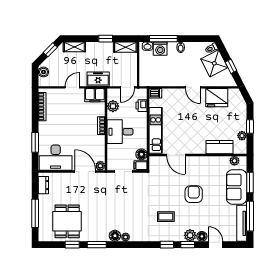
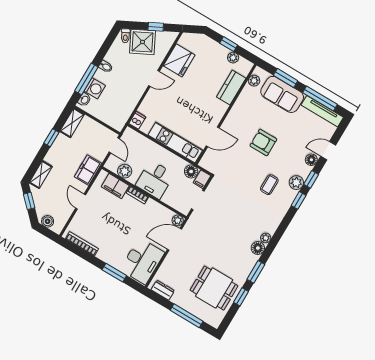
filing cabinet: (95, 95) -> (115, 186), moved, turned 90
printer: (142, 106) -> (141, 142), removed
plant: (190, 235) -> (296, 183), moved

